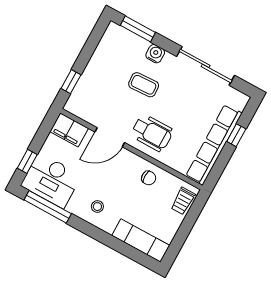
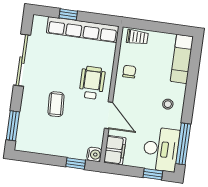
water cooler: (155, 54) -> (94, 154), moved, turned 180

